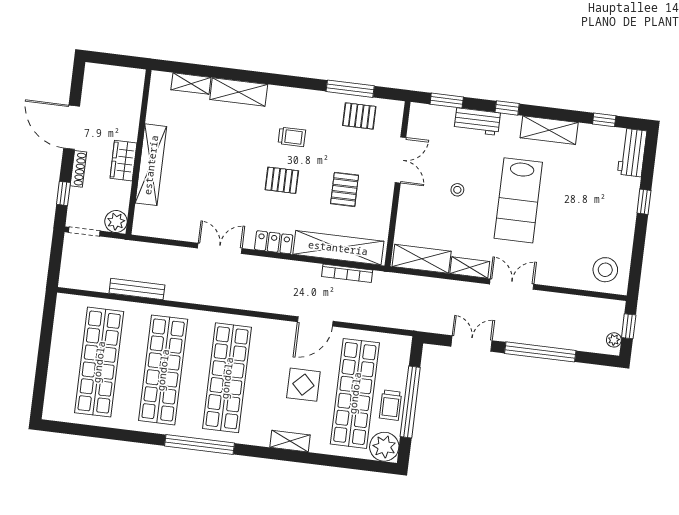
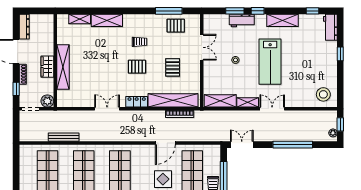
dresser: (91, 85) -> (24, 27), added
window: (447, 101) -> (235, 11), moved
double door: (472, 344) -> (242, 145), moved

